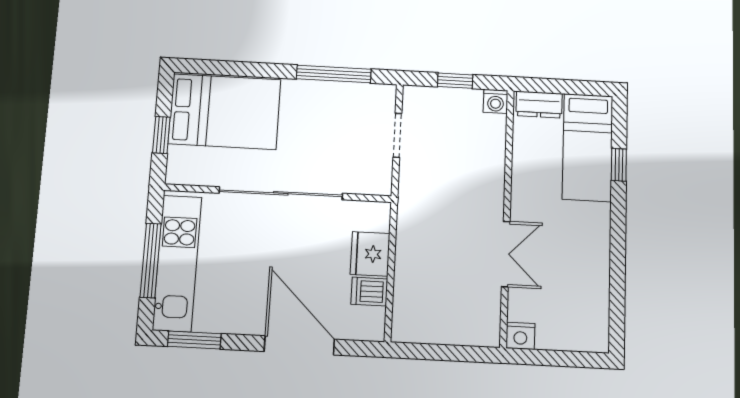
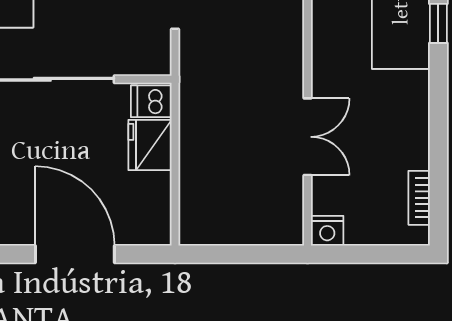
dishwasher: (369, 291) -> (151, 101), moved
bookcase: (600, 311) -> (419, 198), added

